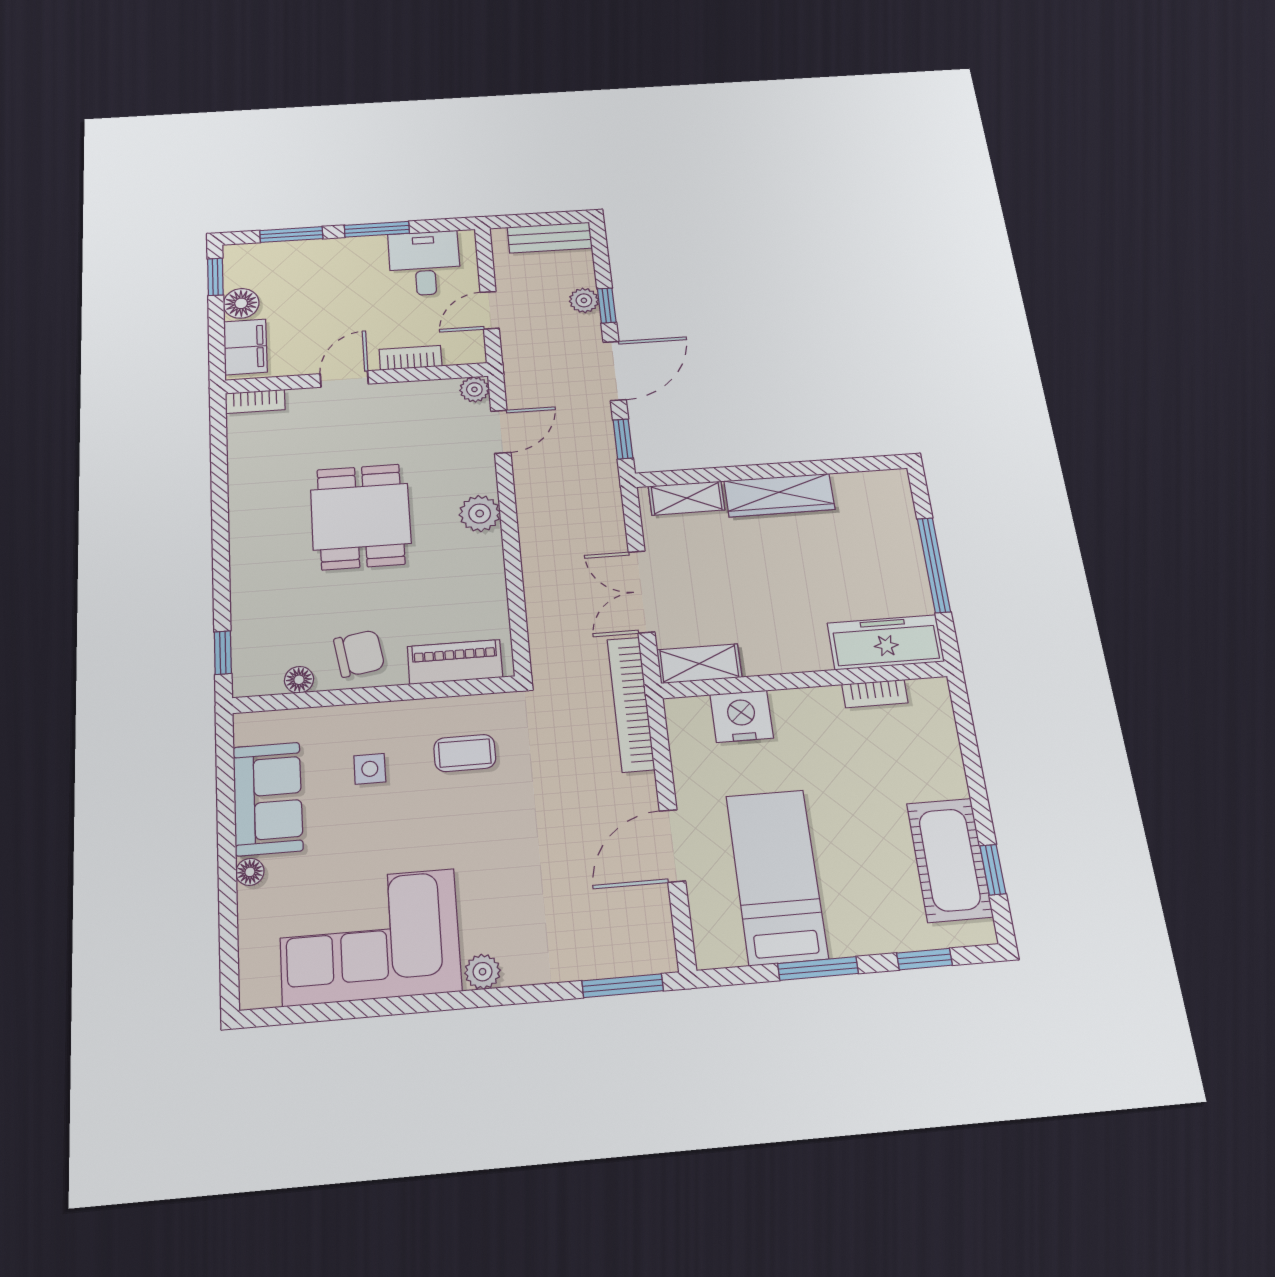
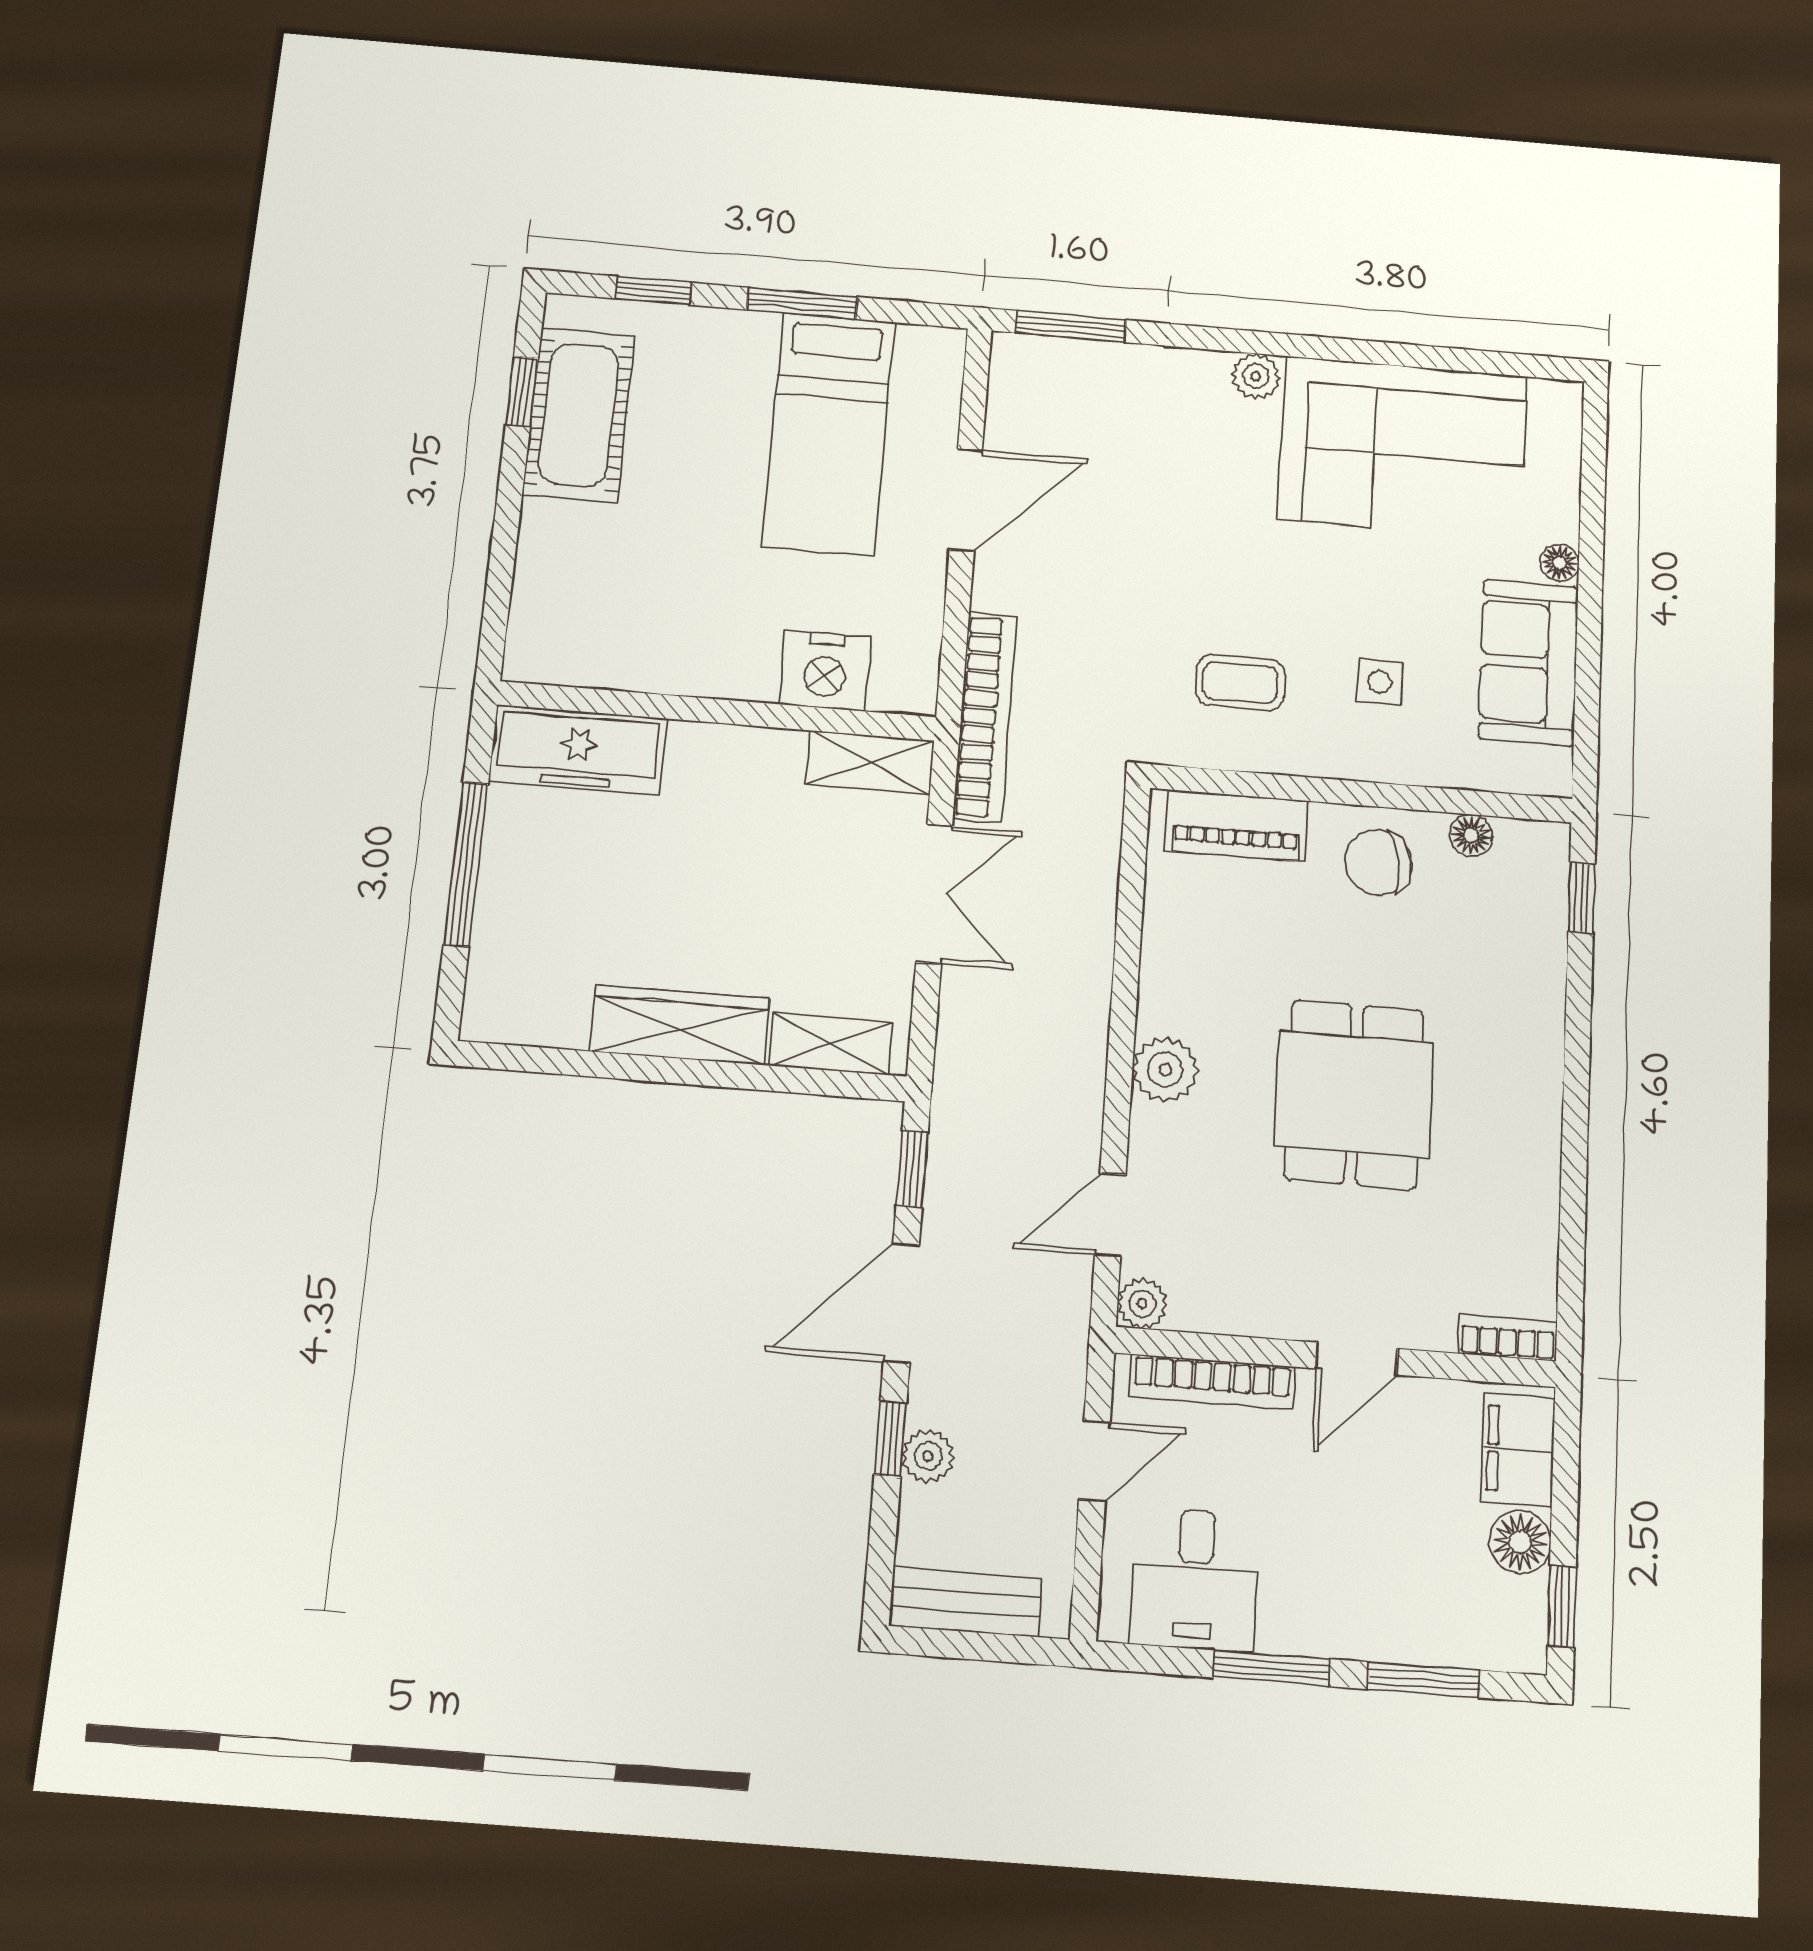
bookcase: (411, 358) -> (1212, 1382), width x1.56
bookcase: (875, 694) -> (617, 672), removed

